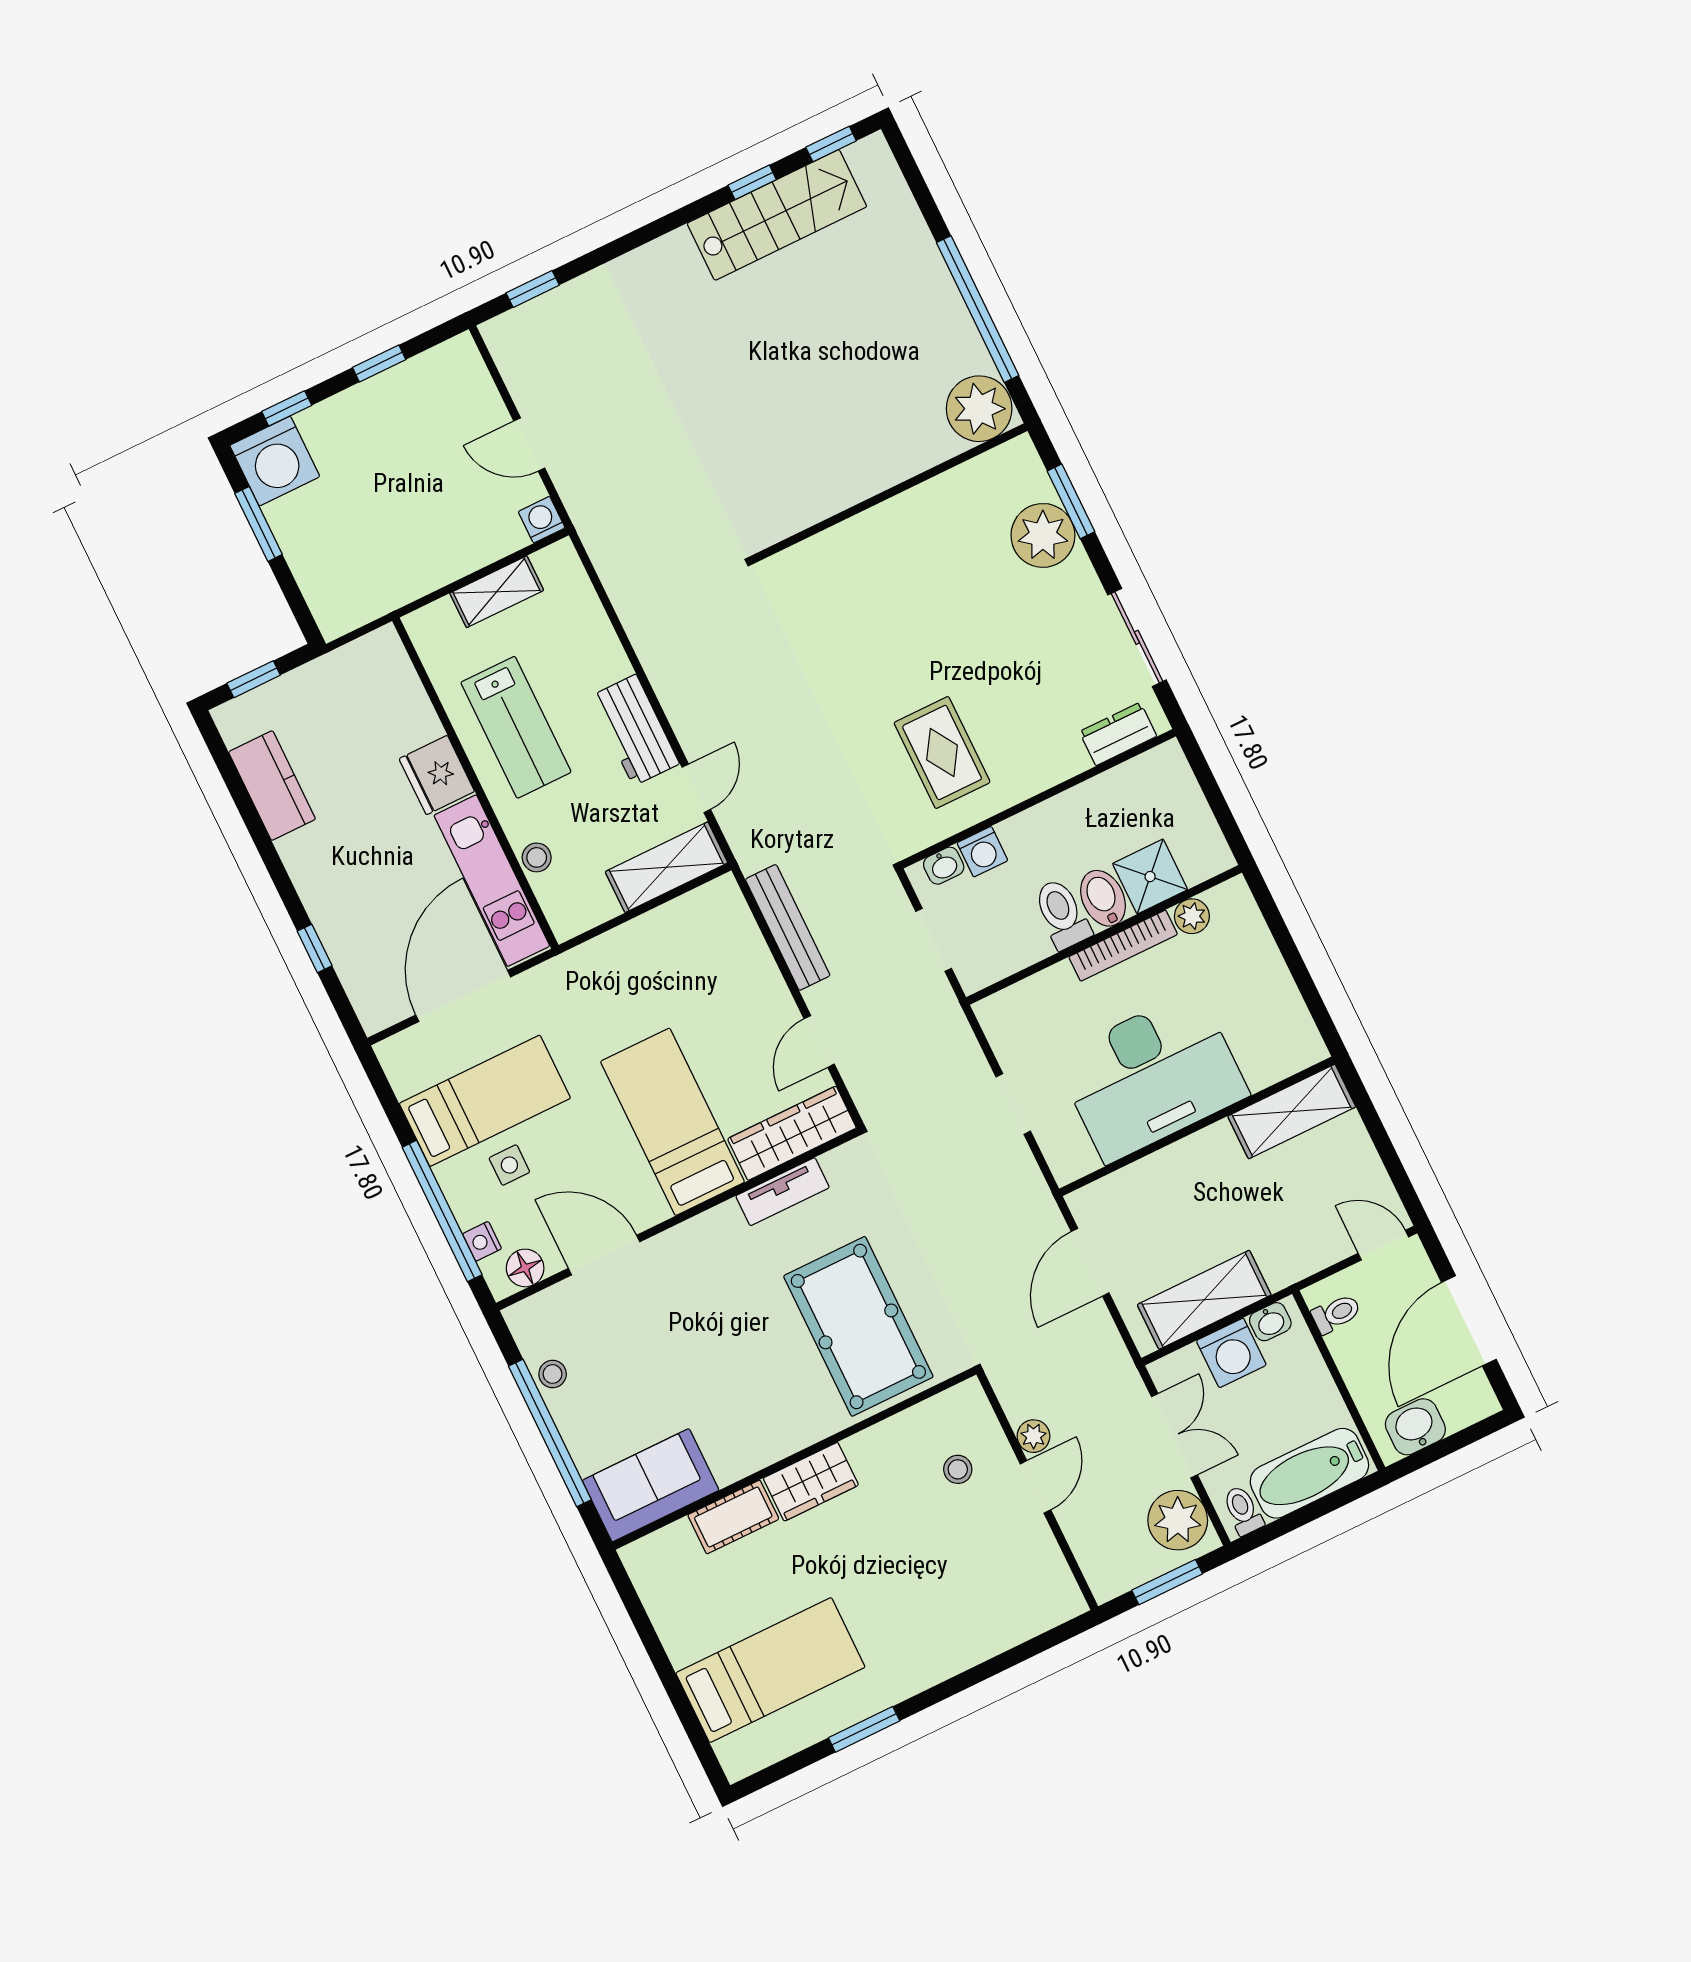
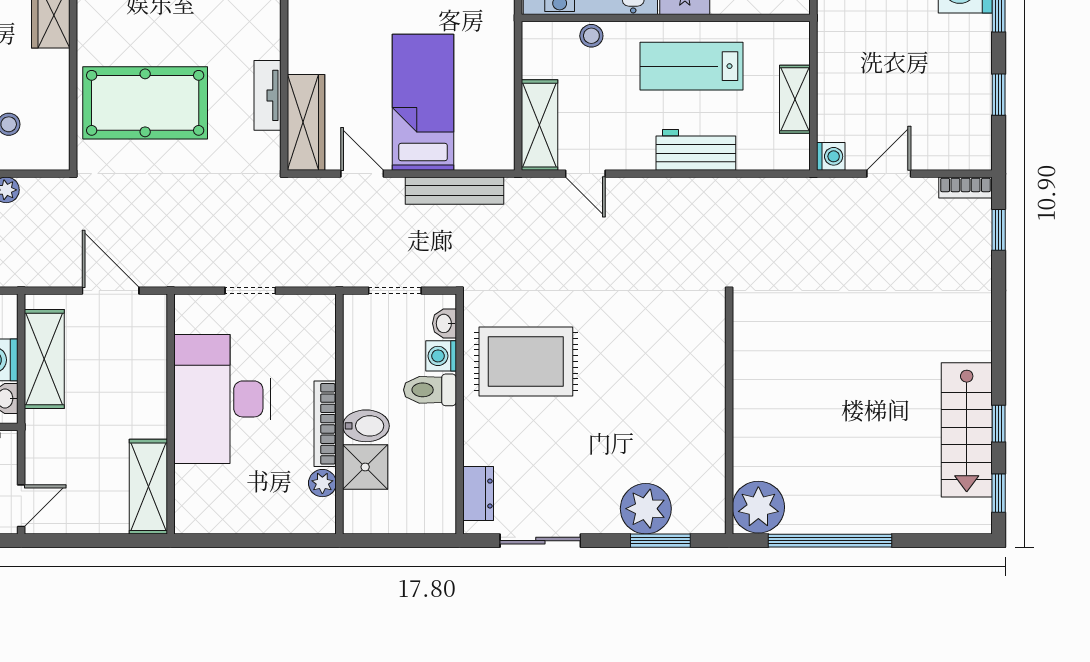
bookcase: (503, 350) -> (966, 188), added
workbench: (635, 730) -> (696, 150), moved
rug: (942, 753) -> (526, 361), width x1.36, depth x1.43
toilet: (1062, 914) -> (430, 390), moved, turned 180
bed: (672, 1122) -> (423, 102), moved, turned -90

